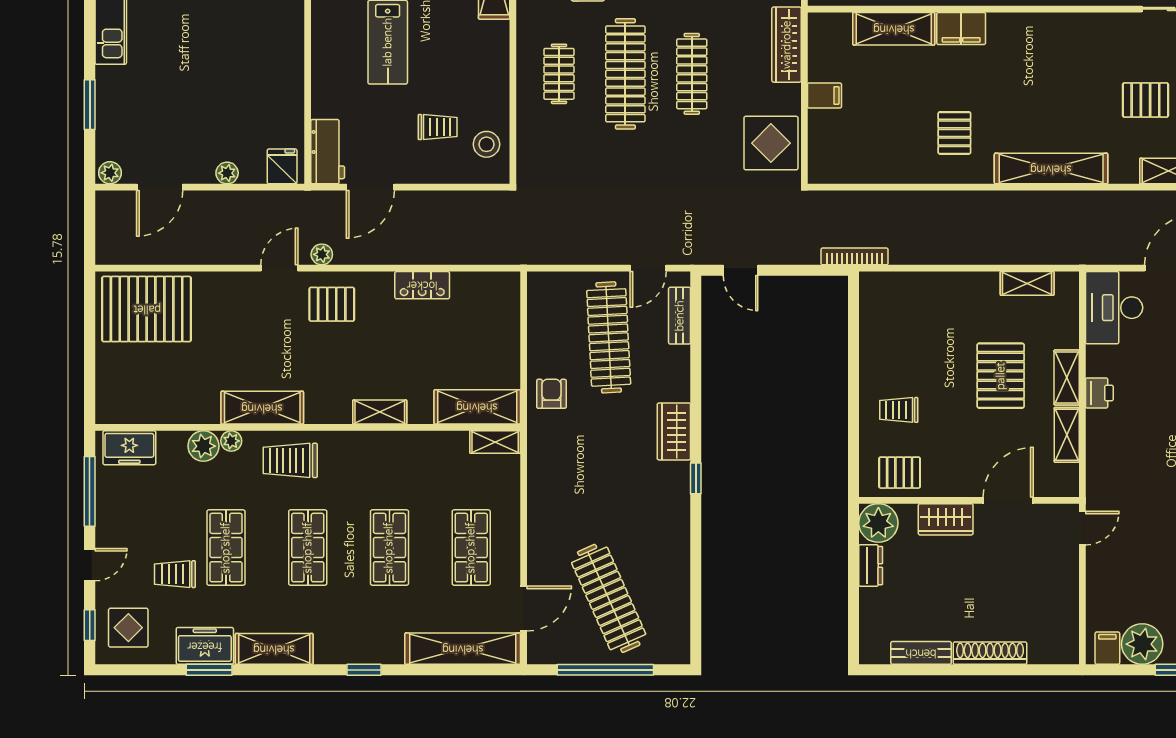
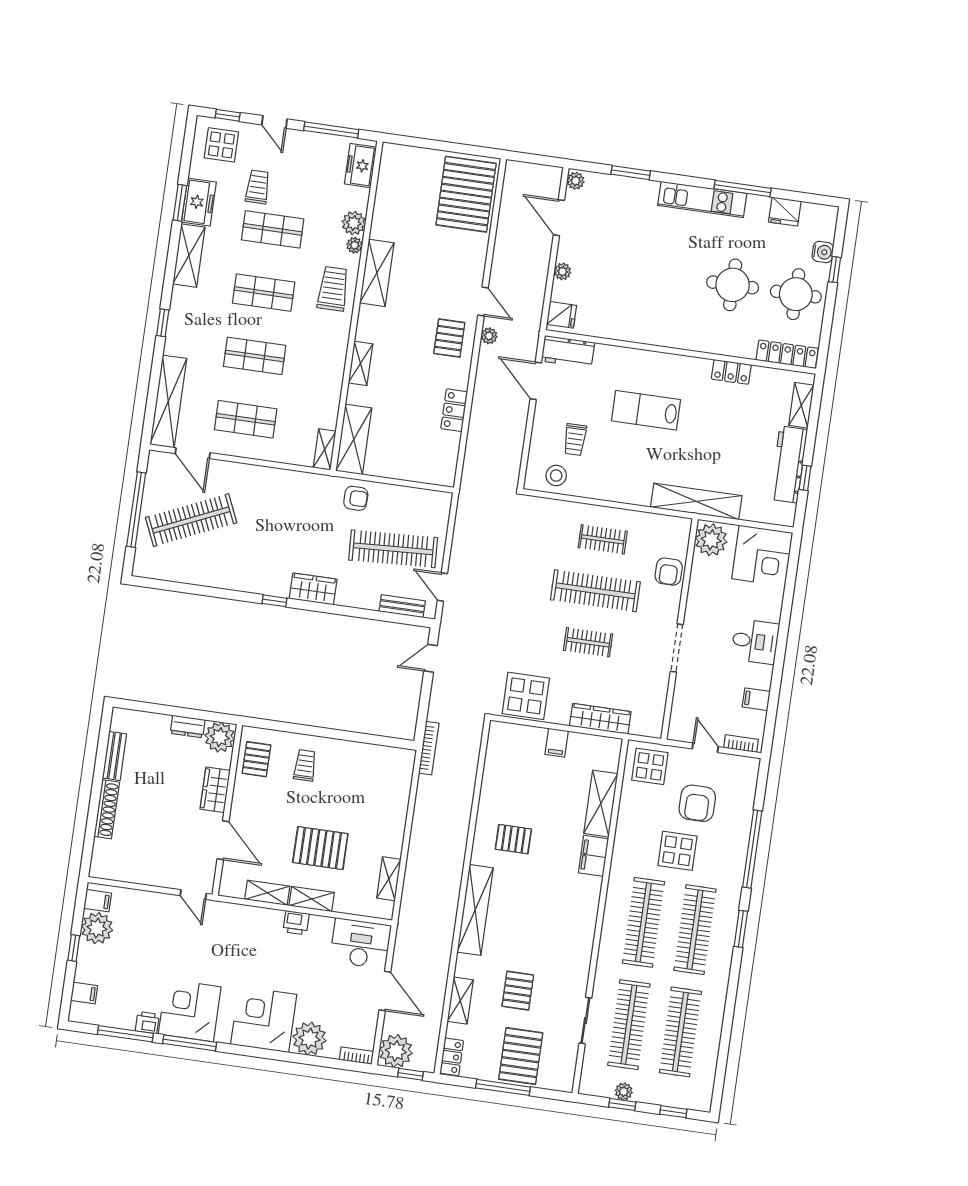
clothes rail: (692, 74) -> (588, 642), width x0.73

